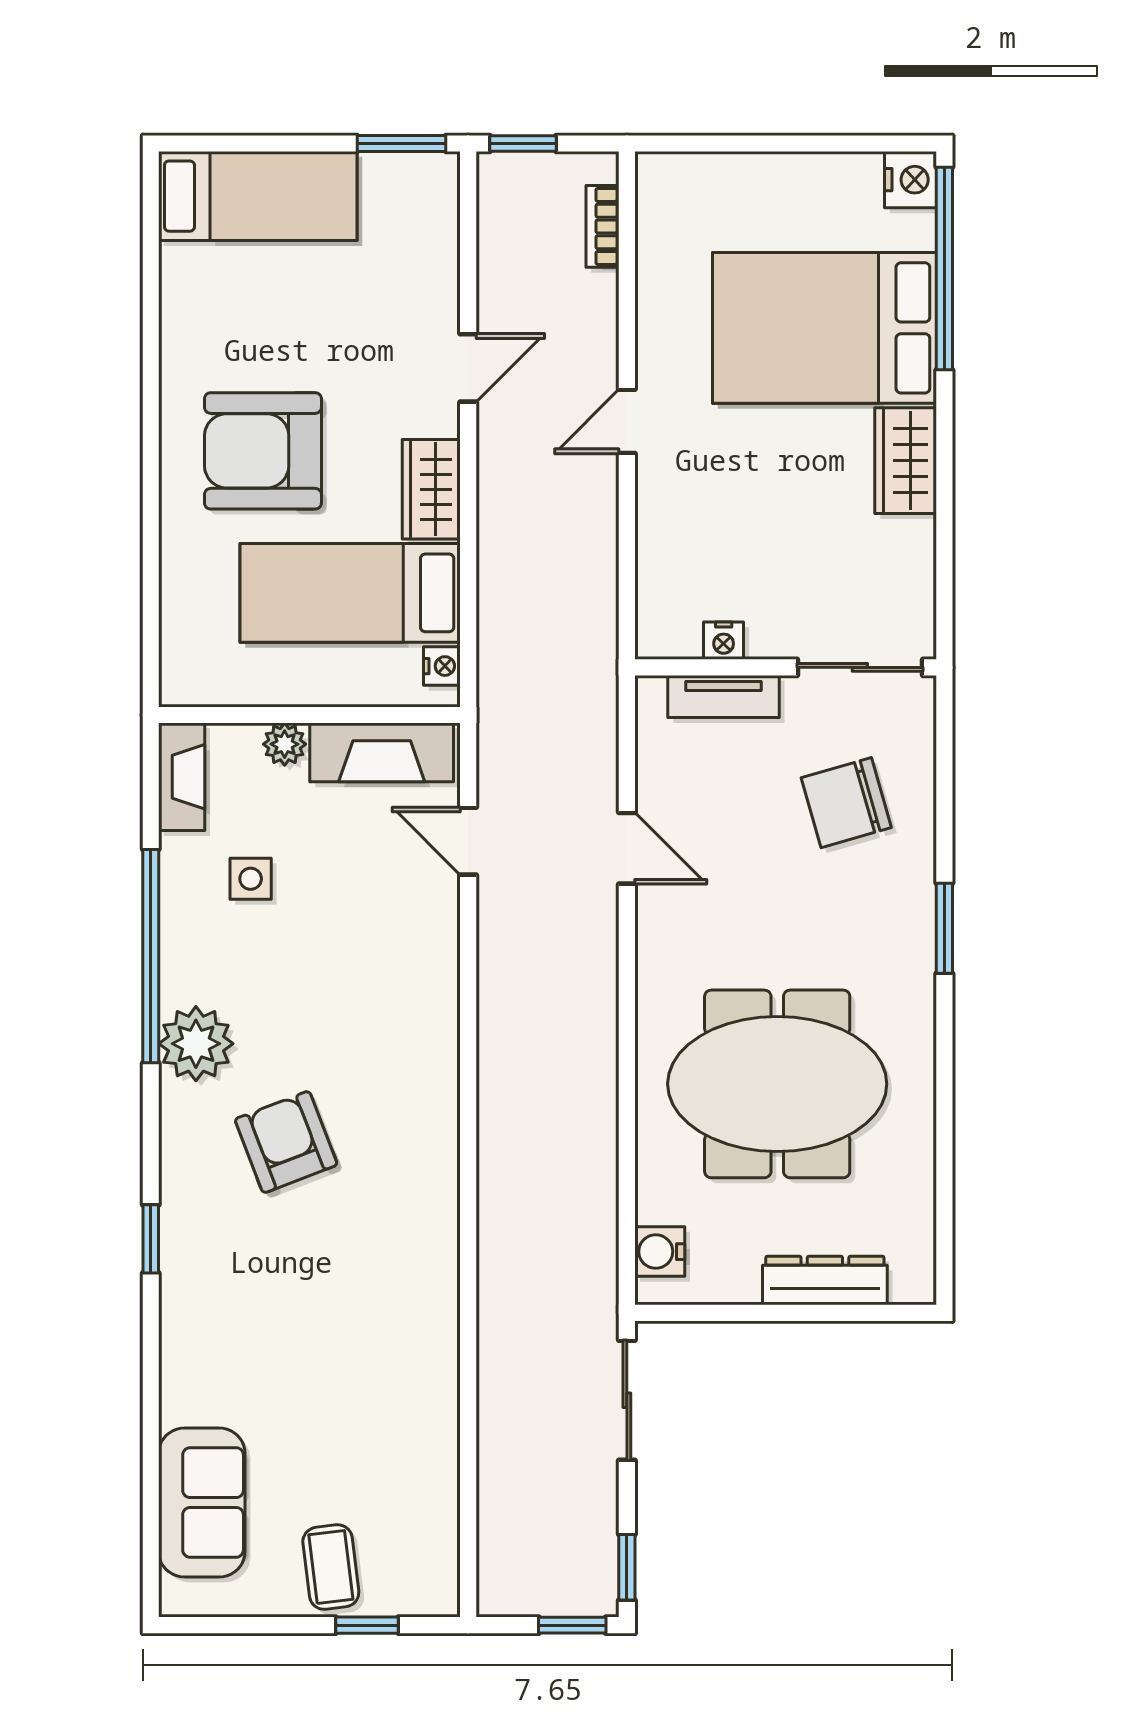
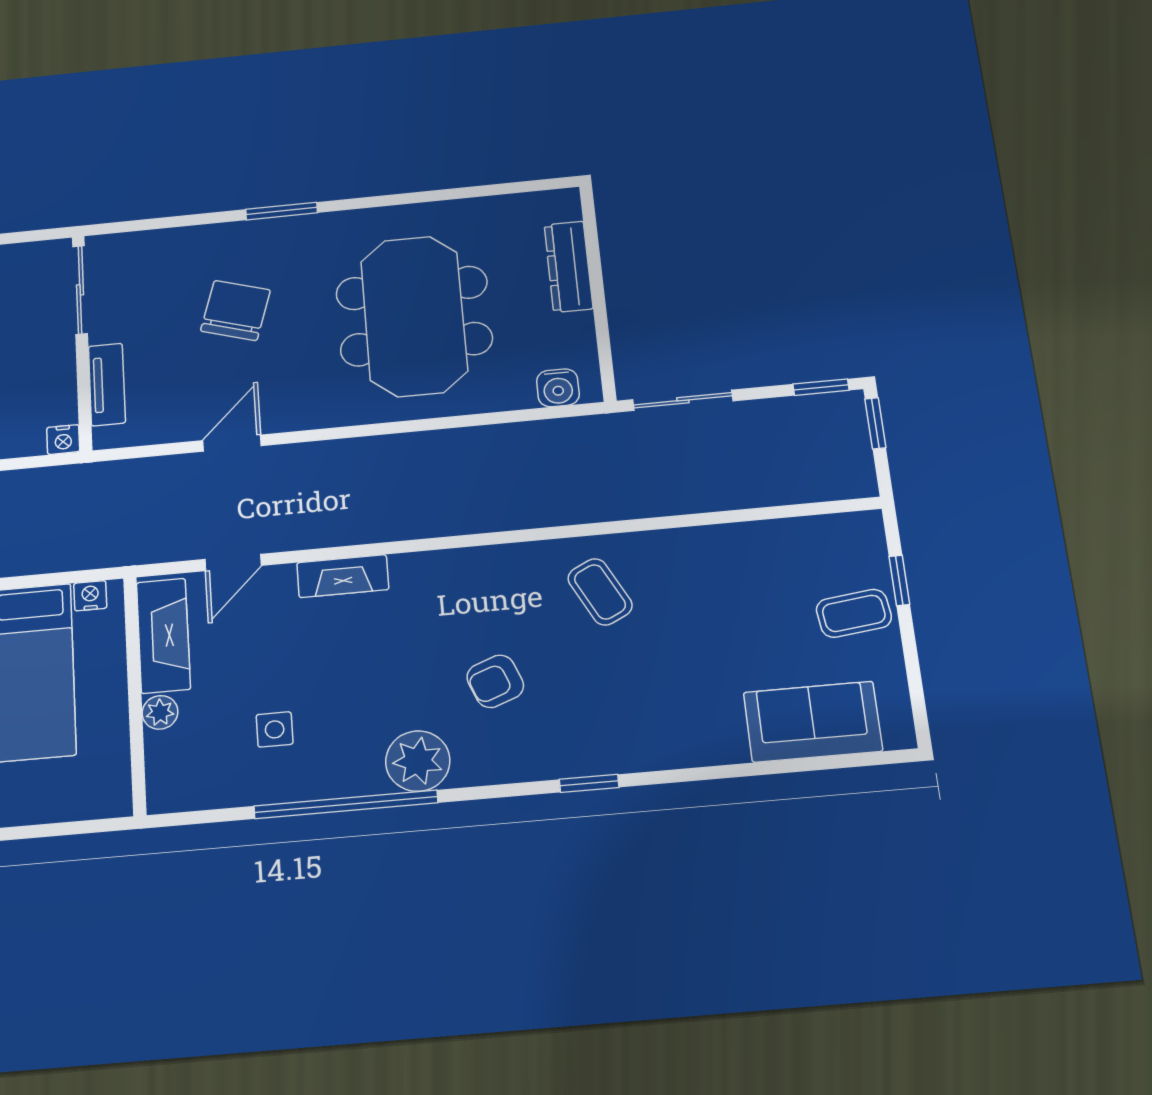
nightstand: (724, 641) -> (63, 439), moved, turned 90
fireplace: (182, 777) -> (343, 576), moved, turned 180
chair: (846, 803) -> (235, 311), moved, turned -147
armchair: (286, 1142) -> (495, 681), width x0.72, depth x0.72
coffee table: (387, 1275) -> (600, 592), added

